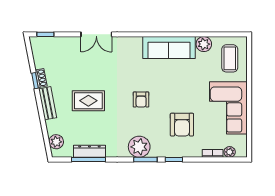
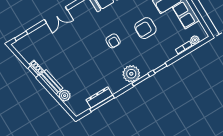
rug: (88, 101) -> (78, 63), removed
armchair: (182, 125) -> (145, 28), moved, turned 90
plant: (56, 142) -> (65, 96), moved

